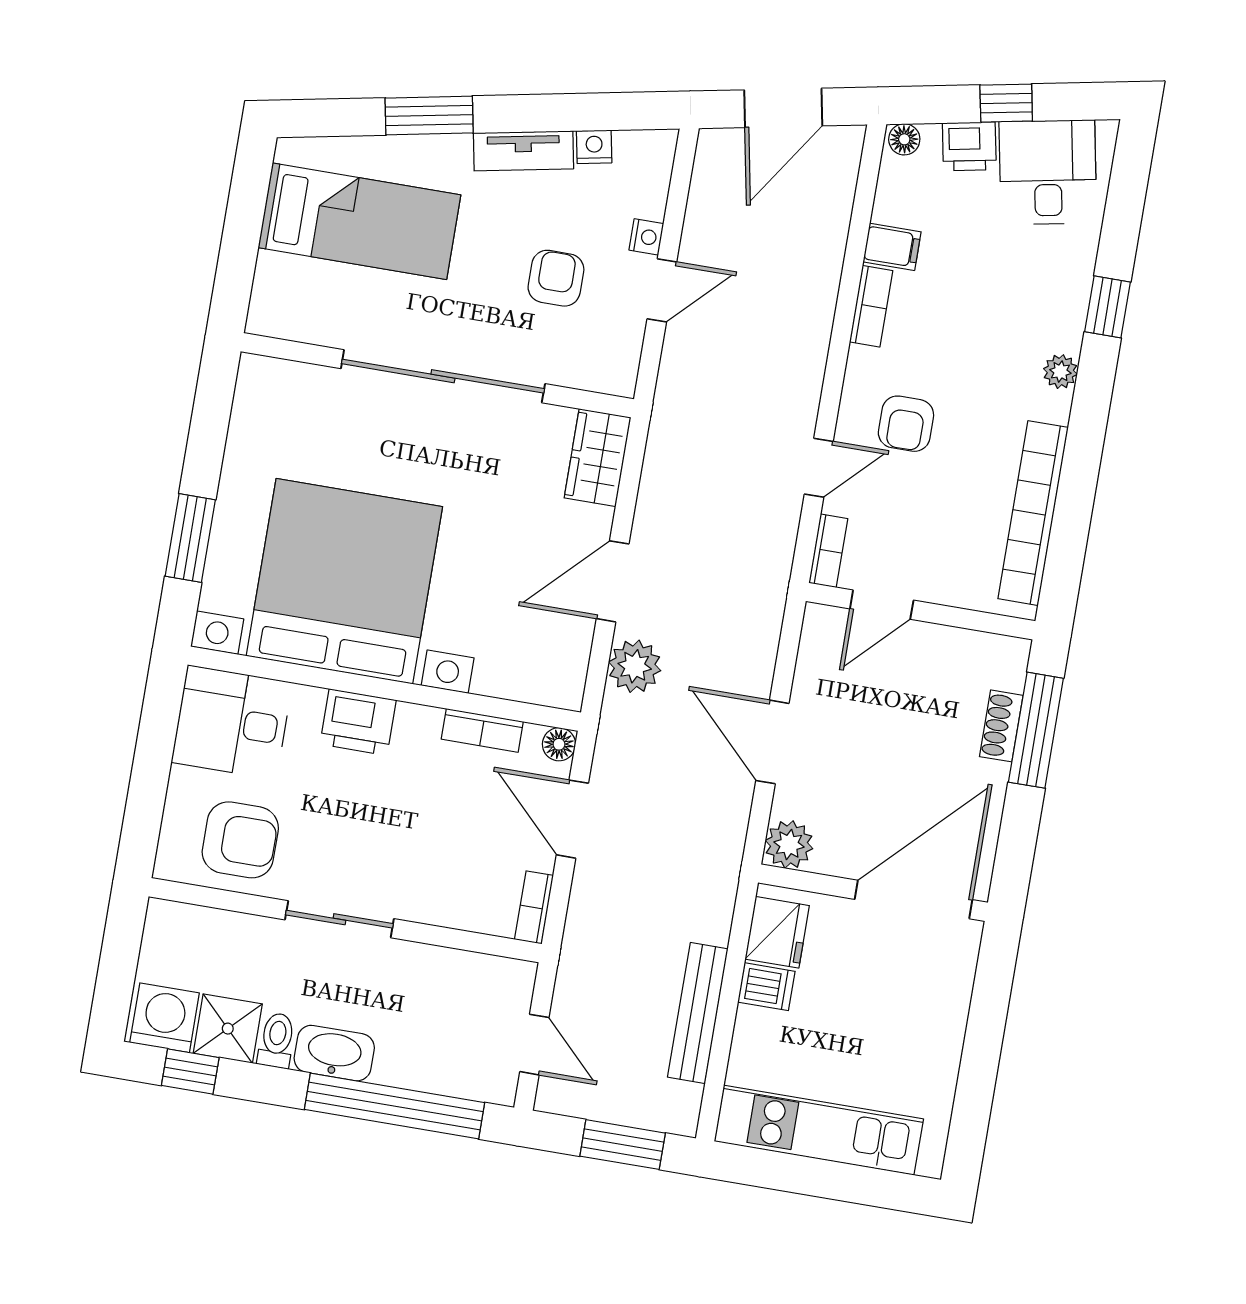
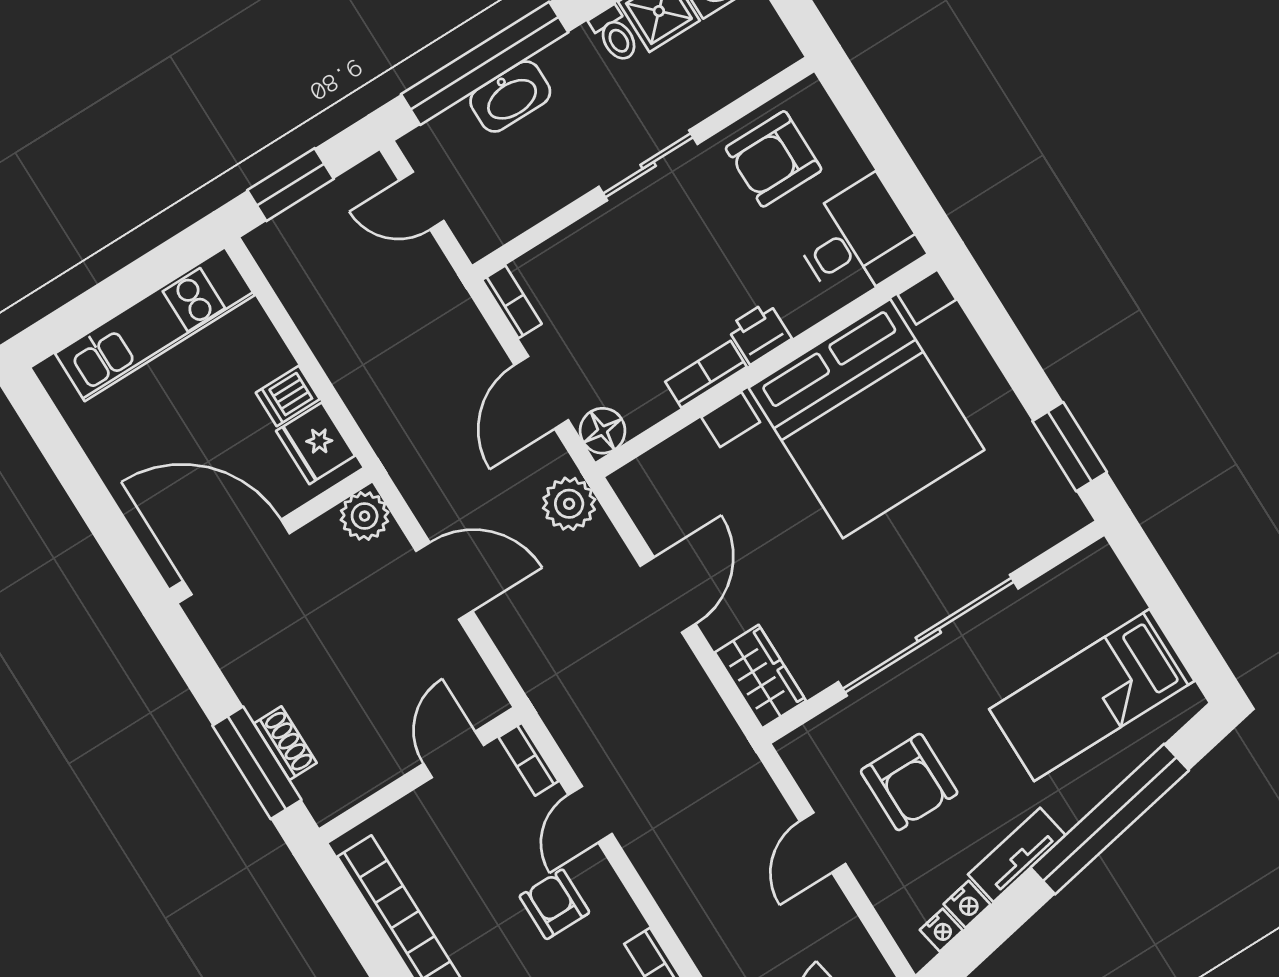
window: (429, 115) -> (1110, 819), width x2.11
nightstand: (646, 237) -> (941, 930), moved, turned -101
armchair: (556, 278) -> (909, 782), width x1.38, depth x1.38
window: (190, 538) -> (1070, 447), moved
plant: (635, 666) -> (569, 504), moved
printer: (358, 722) -> (759, 333), width x0.73, depth x0.81
bookcase: (482, 730) -> (706, 374), moved
floor lamp: (559, 744) -> (603, 431), width x1.37, depth x1.37
door: (572, 819) -> (541, 393), swing flipped
door: (913, 900) -> (236, 557), swing flipped
bench: (698, 1013) -> (321, 331), removed
washbasin: (334, 1053) -> (510, 96), moved

